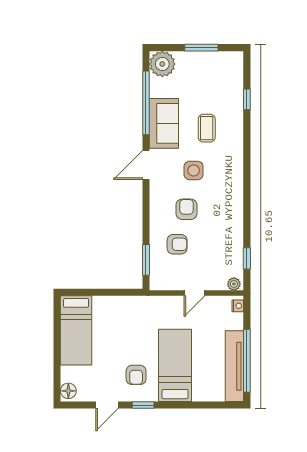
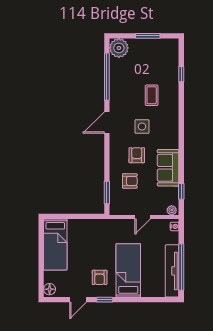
sofa: (164, 123) -> (168, 168), moved, turned 180

